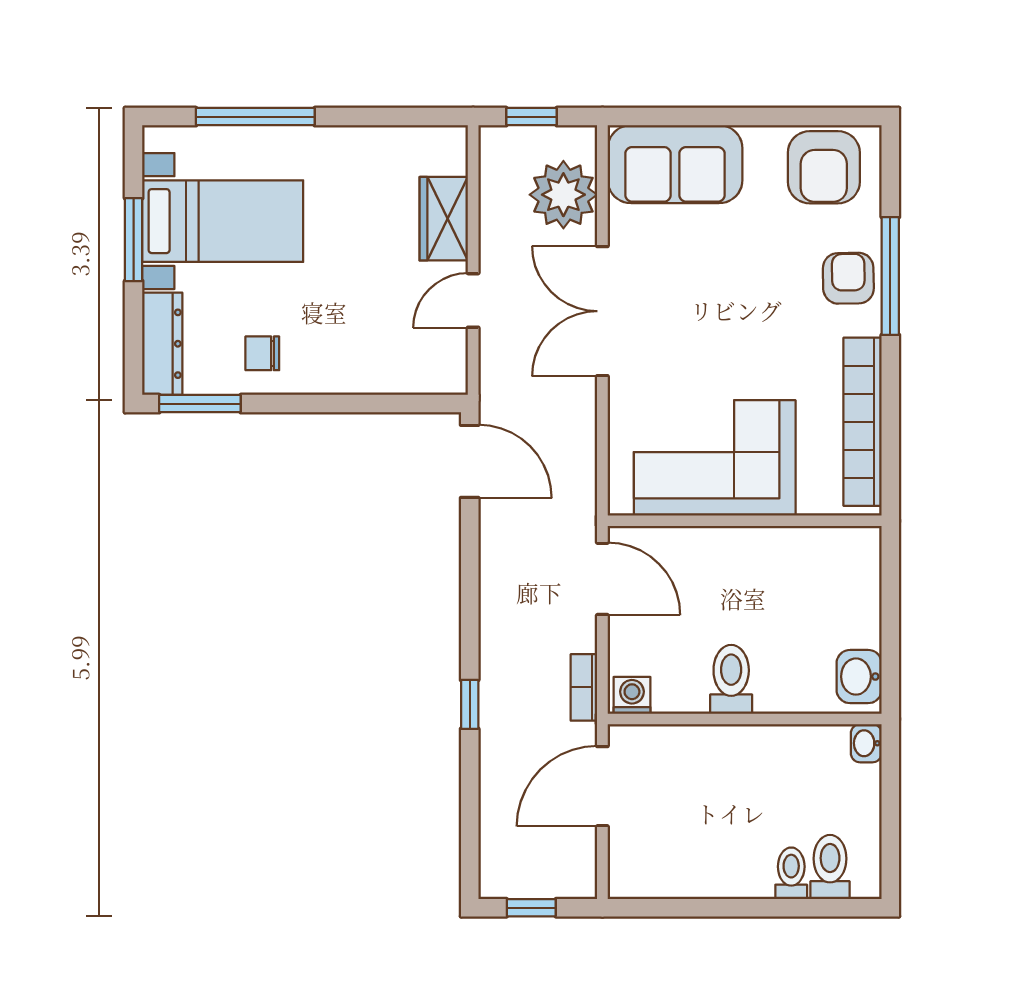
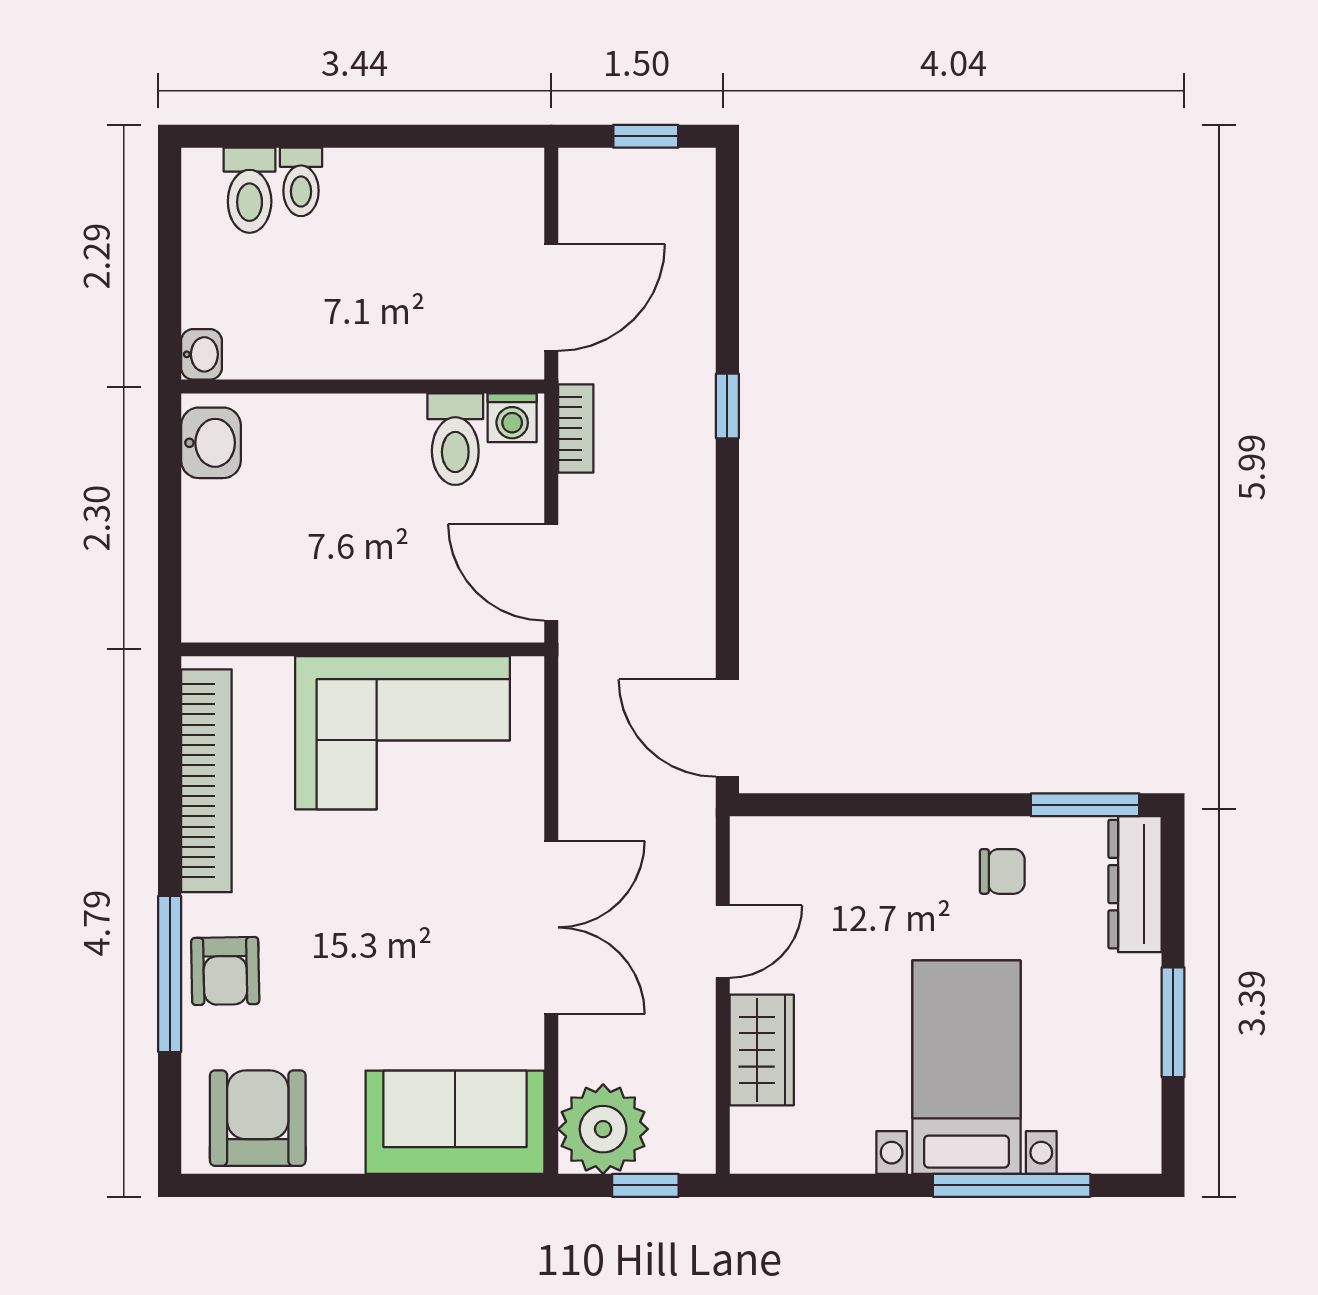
plant: (563, 195) -> (603, 1129), moved
bed with nightstands: (223, 221) -> (966, 1067), moved, turned 90
toilet: (731, 679) -> (455, 439), moved

